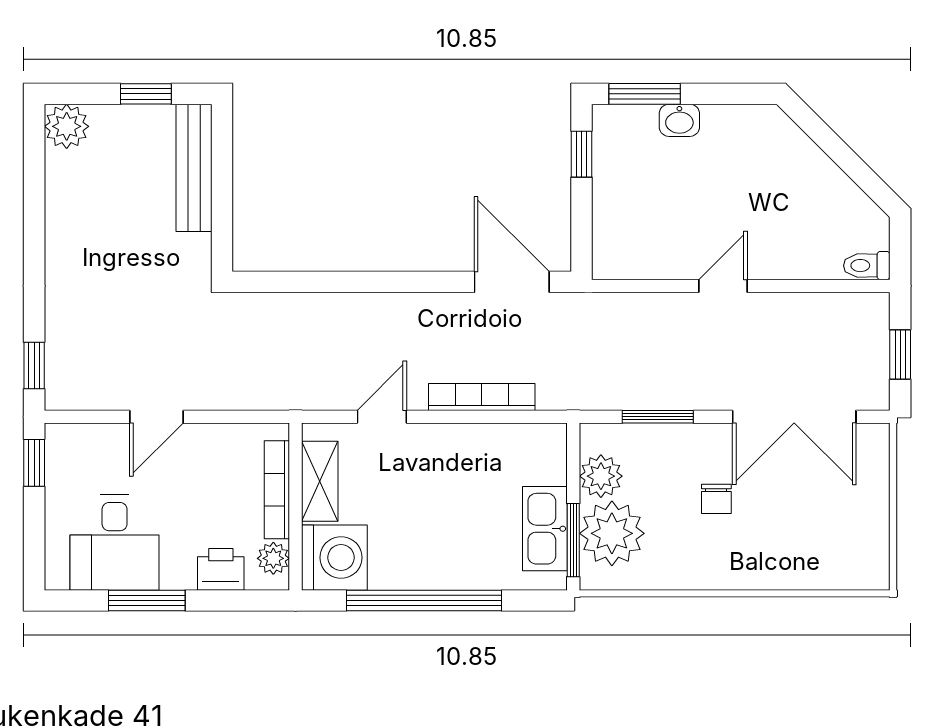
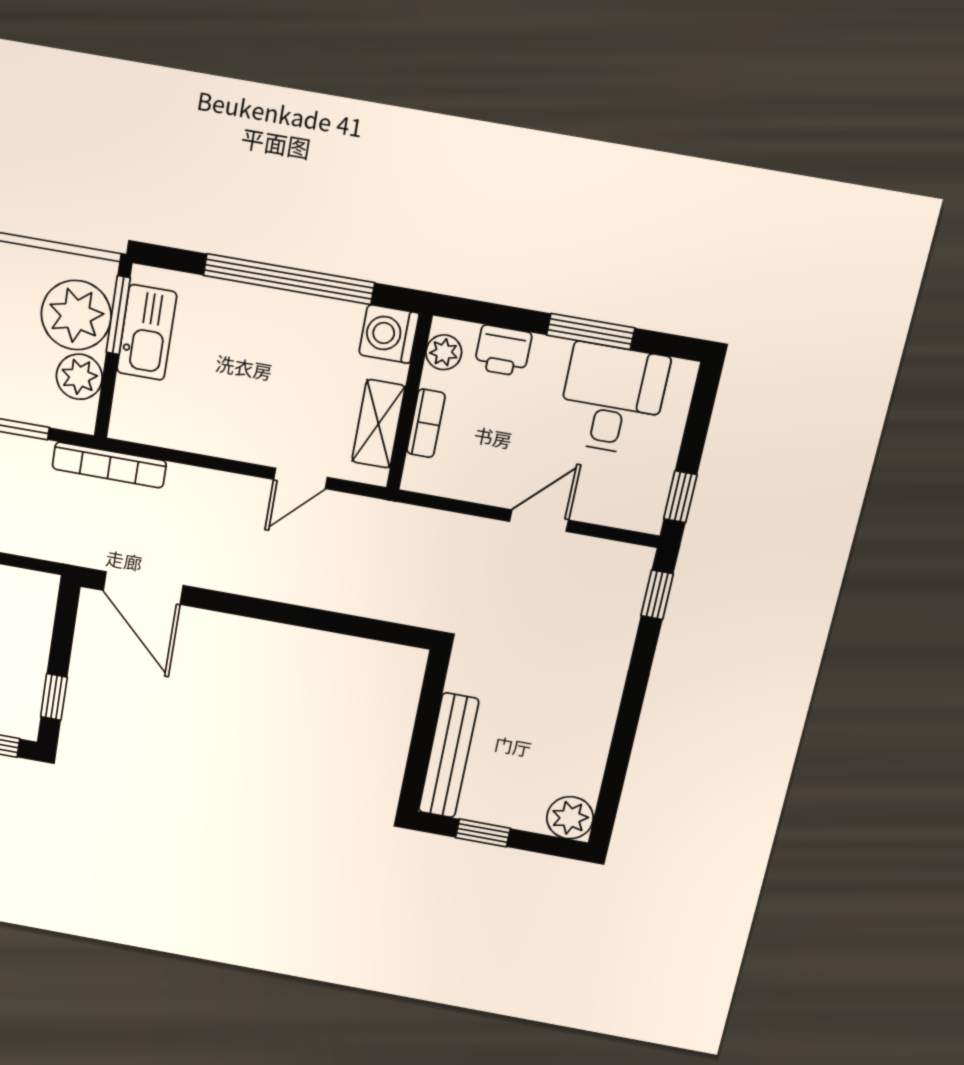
bookcase: (482, 397) -> (109, 465), moved
bookcase: (277, 490) -> (426, 423), width x0.64
washing machine: (334, 558) -> (389, 334), width x0.73, depth x0.73

